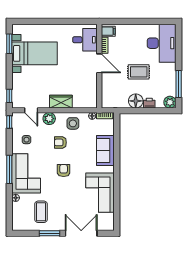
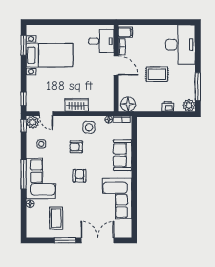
floor lamp: (136, 101) -> (128, 104), moved
plant: (49, 119) -> (33, 122), moved

